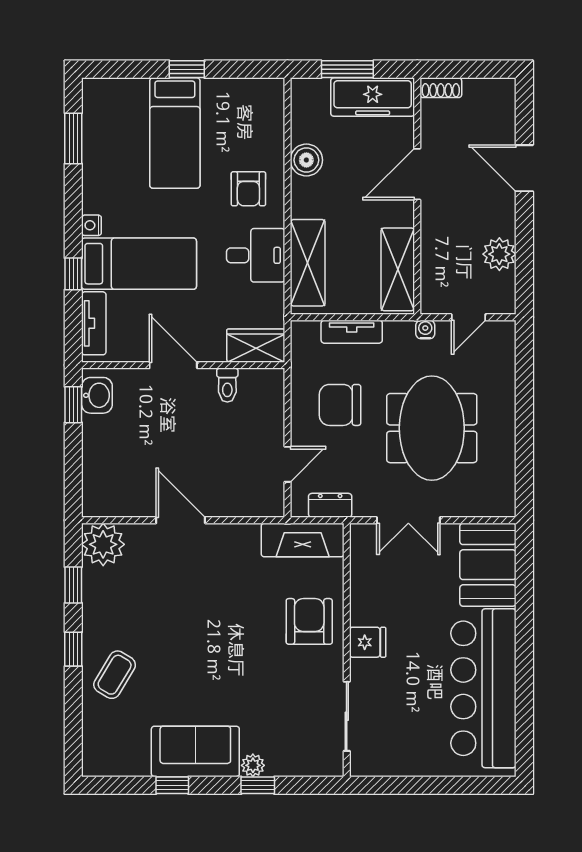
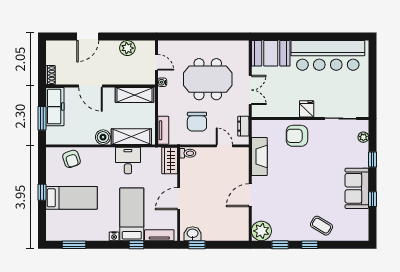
boiler: (306, 160) -> (103, 137), moved
armchair: (248, 189) -> (72, 159), moved, turned 71
tv unit: (352, 332) -> (163, 130), moved
toilet: (227, 385) -> (188, 153), moved
fireplace: (303, 540) -> (259, 156), moved
plant: (253, 765) -> (363, 137), moved

